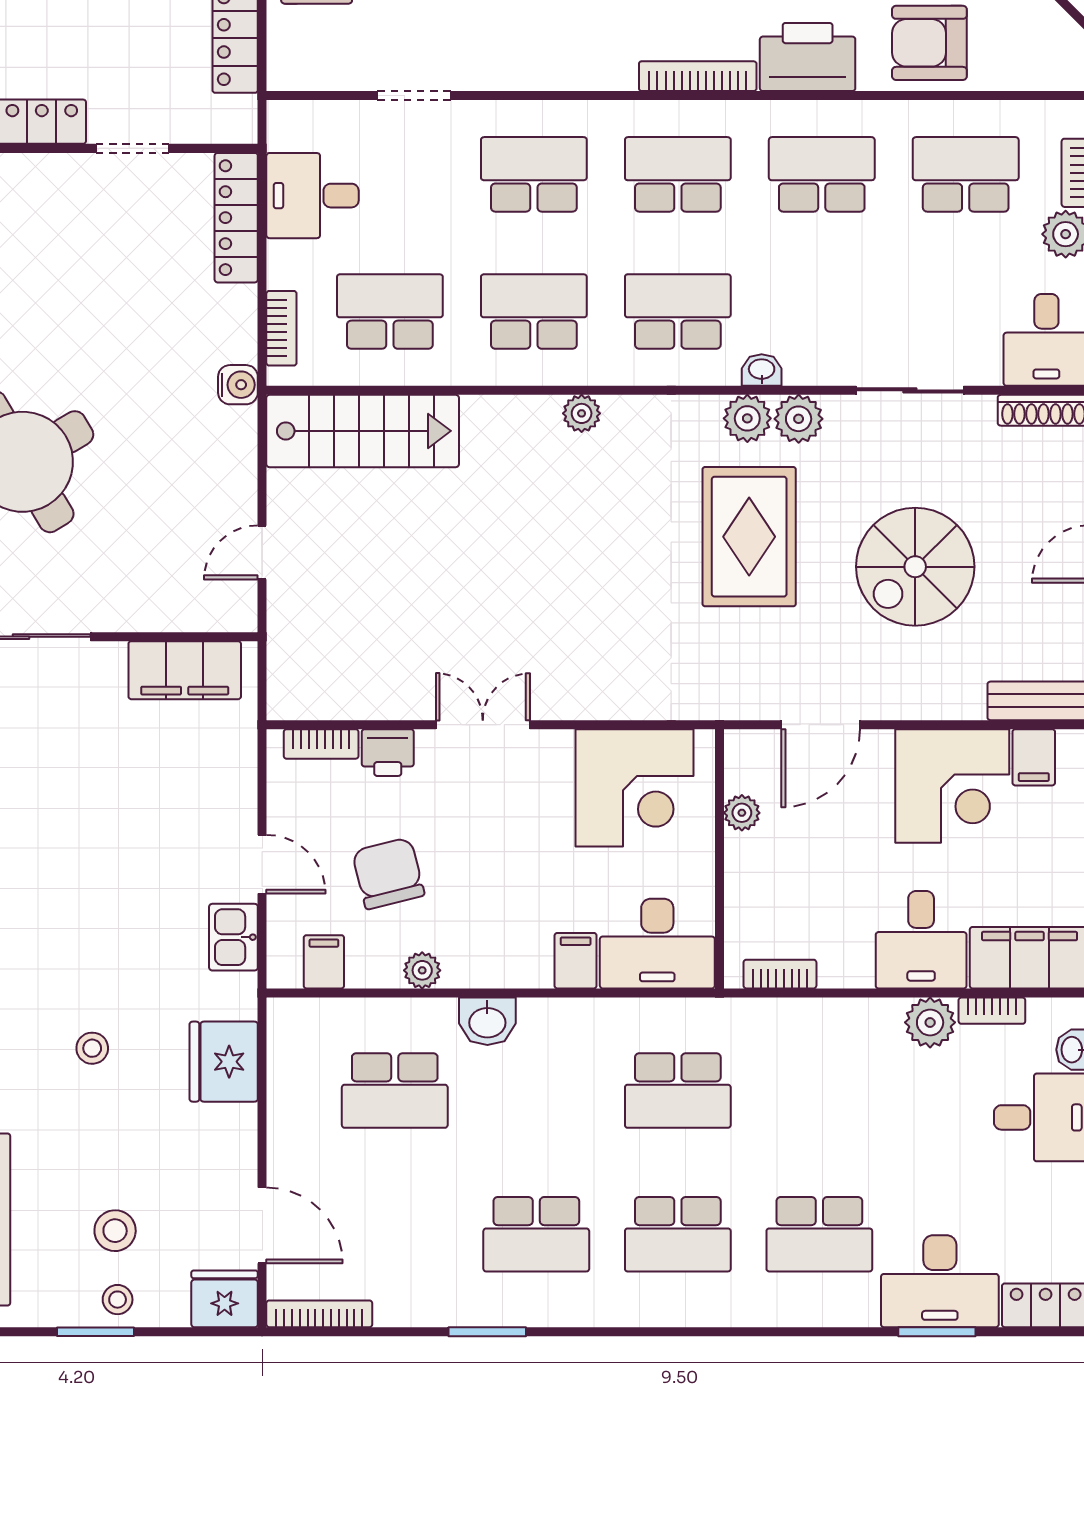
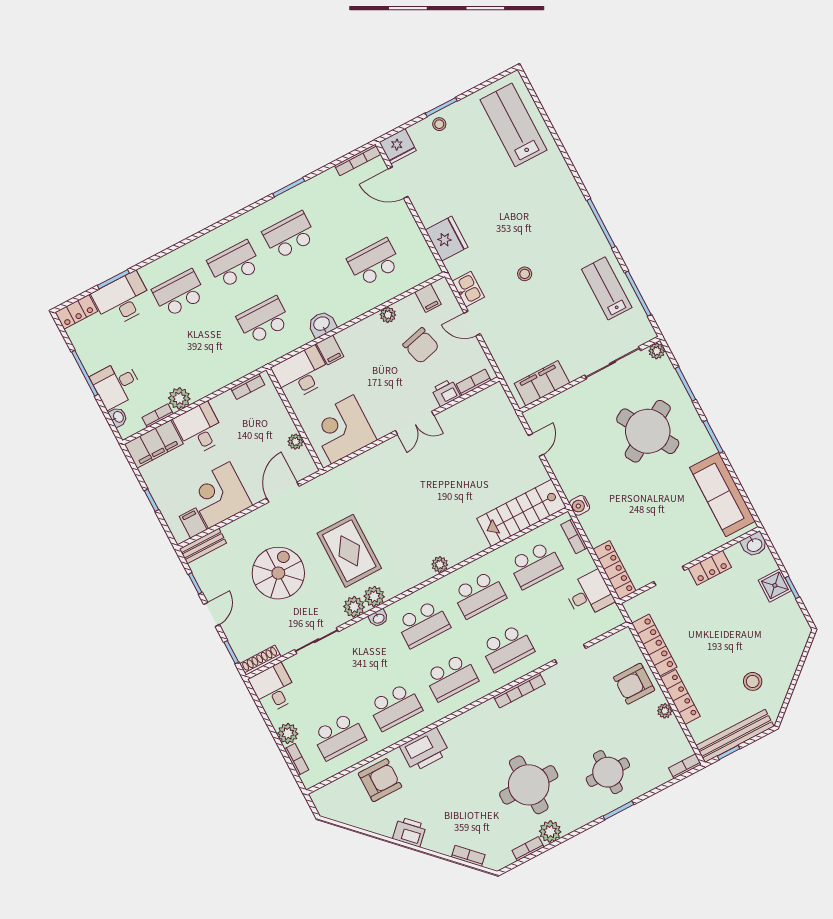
bookcase: (698, 76) -> (519, 690), moved
washbasin: (487, 1021) -> (322, 324), moved
stool: (92, 1048) -> (525, 274), moved
stool: (115, 1231) -> (454, 150), removed

